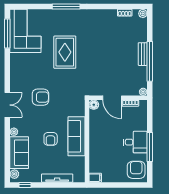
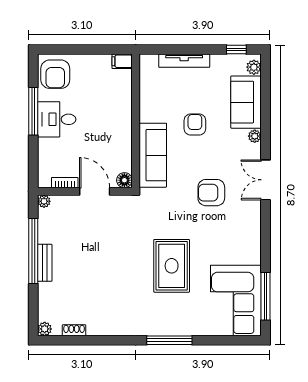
sofa: (76, 136) -> (153, 155), moved

